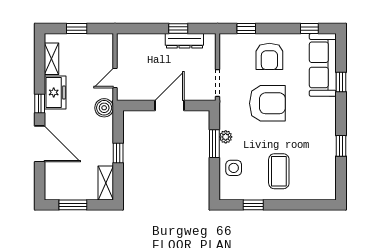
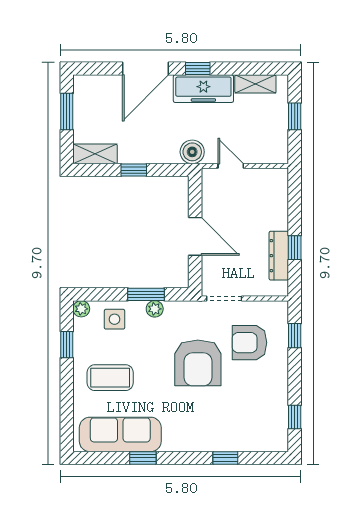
armchair: (269, 56) -> (249, 343), moved
sofa: (323, 65) -> (120, 434), moved
freezer: (55, 92) -> (203, 89), width x1.40
plant: (226, 194) -> (81, 309), added

